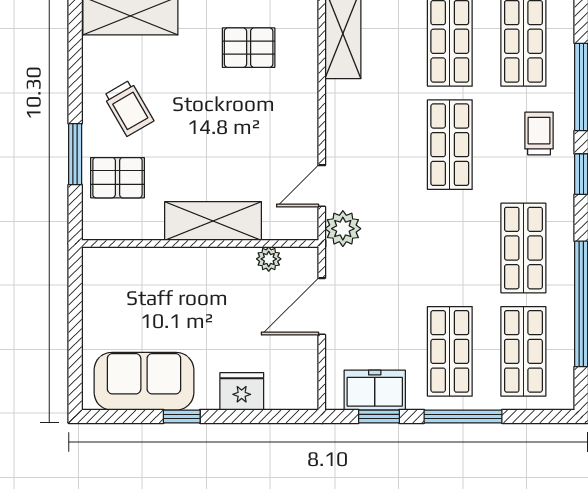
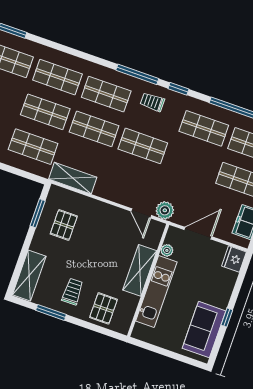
trolley: (129, 108) -> (72, 292), turned -61
window: (75, 154) -> (51, 312), moved
kitchen unit: (184, 266) -> (156, 292), added
door: (322, 306) -> (198, 233), swing flipped
fridge: (242, 391) -> (234, 259), moved

